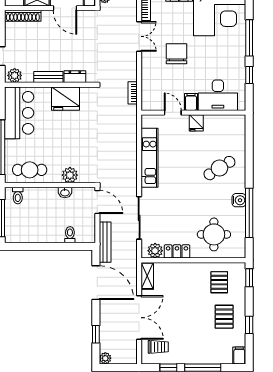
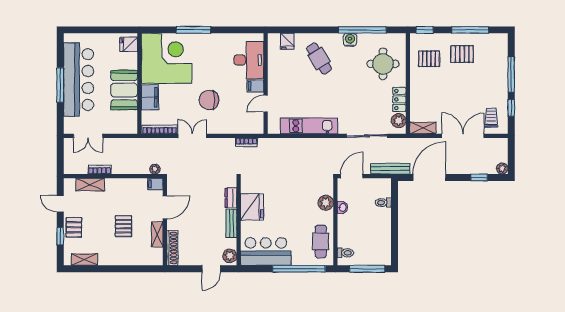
window: (249, 75) -> (229, 30), removed
fridge: (196, 123) -> (287, 41), moved, turned 90
window: (249, 325) -> (470, 30), width x2.17
filing cabinet: (239, 356) -> (500, 39), removed

